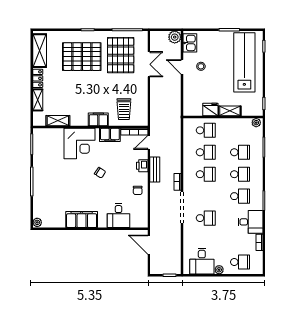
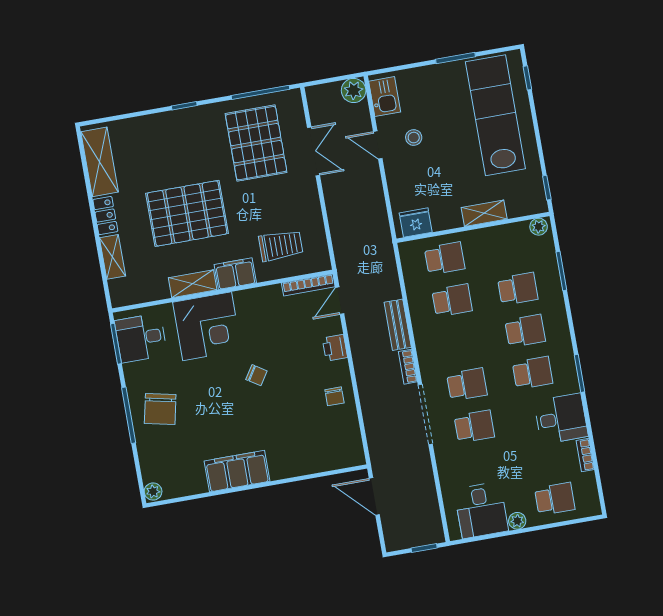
pallet: (82, 57) -> (187, 213), moved
trolley: (124, 109) -> (281, 246), turned -90
fridge: (210, 110) -> (416, 223), moved
shelving: (58, 121) -> (193, 284), moved
filing cabinet: (110, 135) -> (263, 300), removed
bench: (155, 169) -> (398, 325), moved
school desk: (206, 174) -> (467, 384), moved
chair: (48, 181) -> (160, 409), added
desk: (118, 216) -> (141, 338), moved, turned 90

